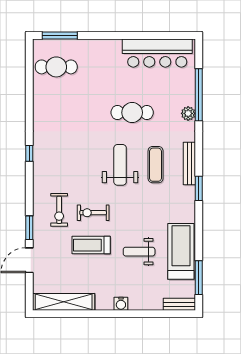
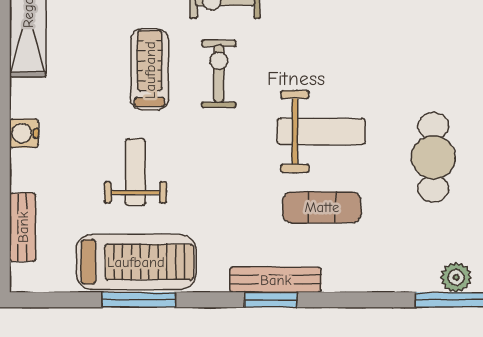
plant: (188, 113) -> (456, 277), moved
bench: (189, 164) -> (276, 280), moved
window: (199, 278) -> (139, 300), moved
bench: (179, 304) -> (23, 227), moved

